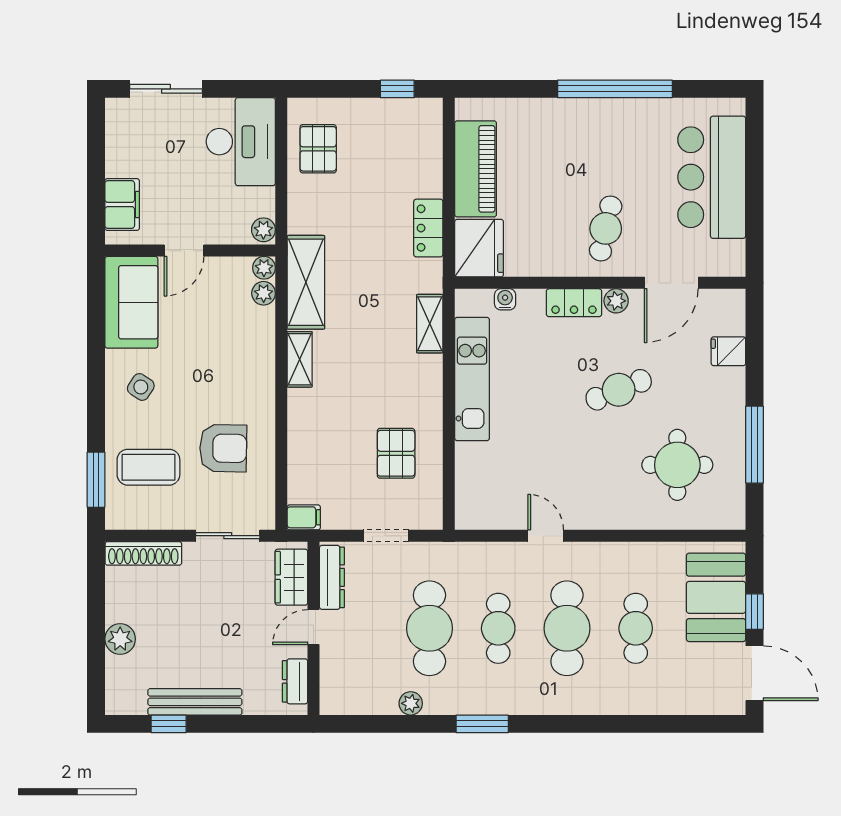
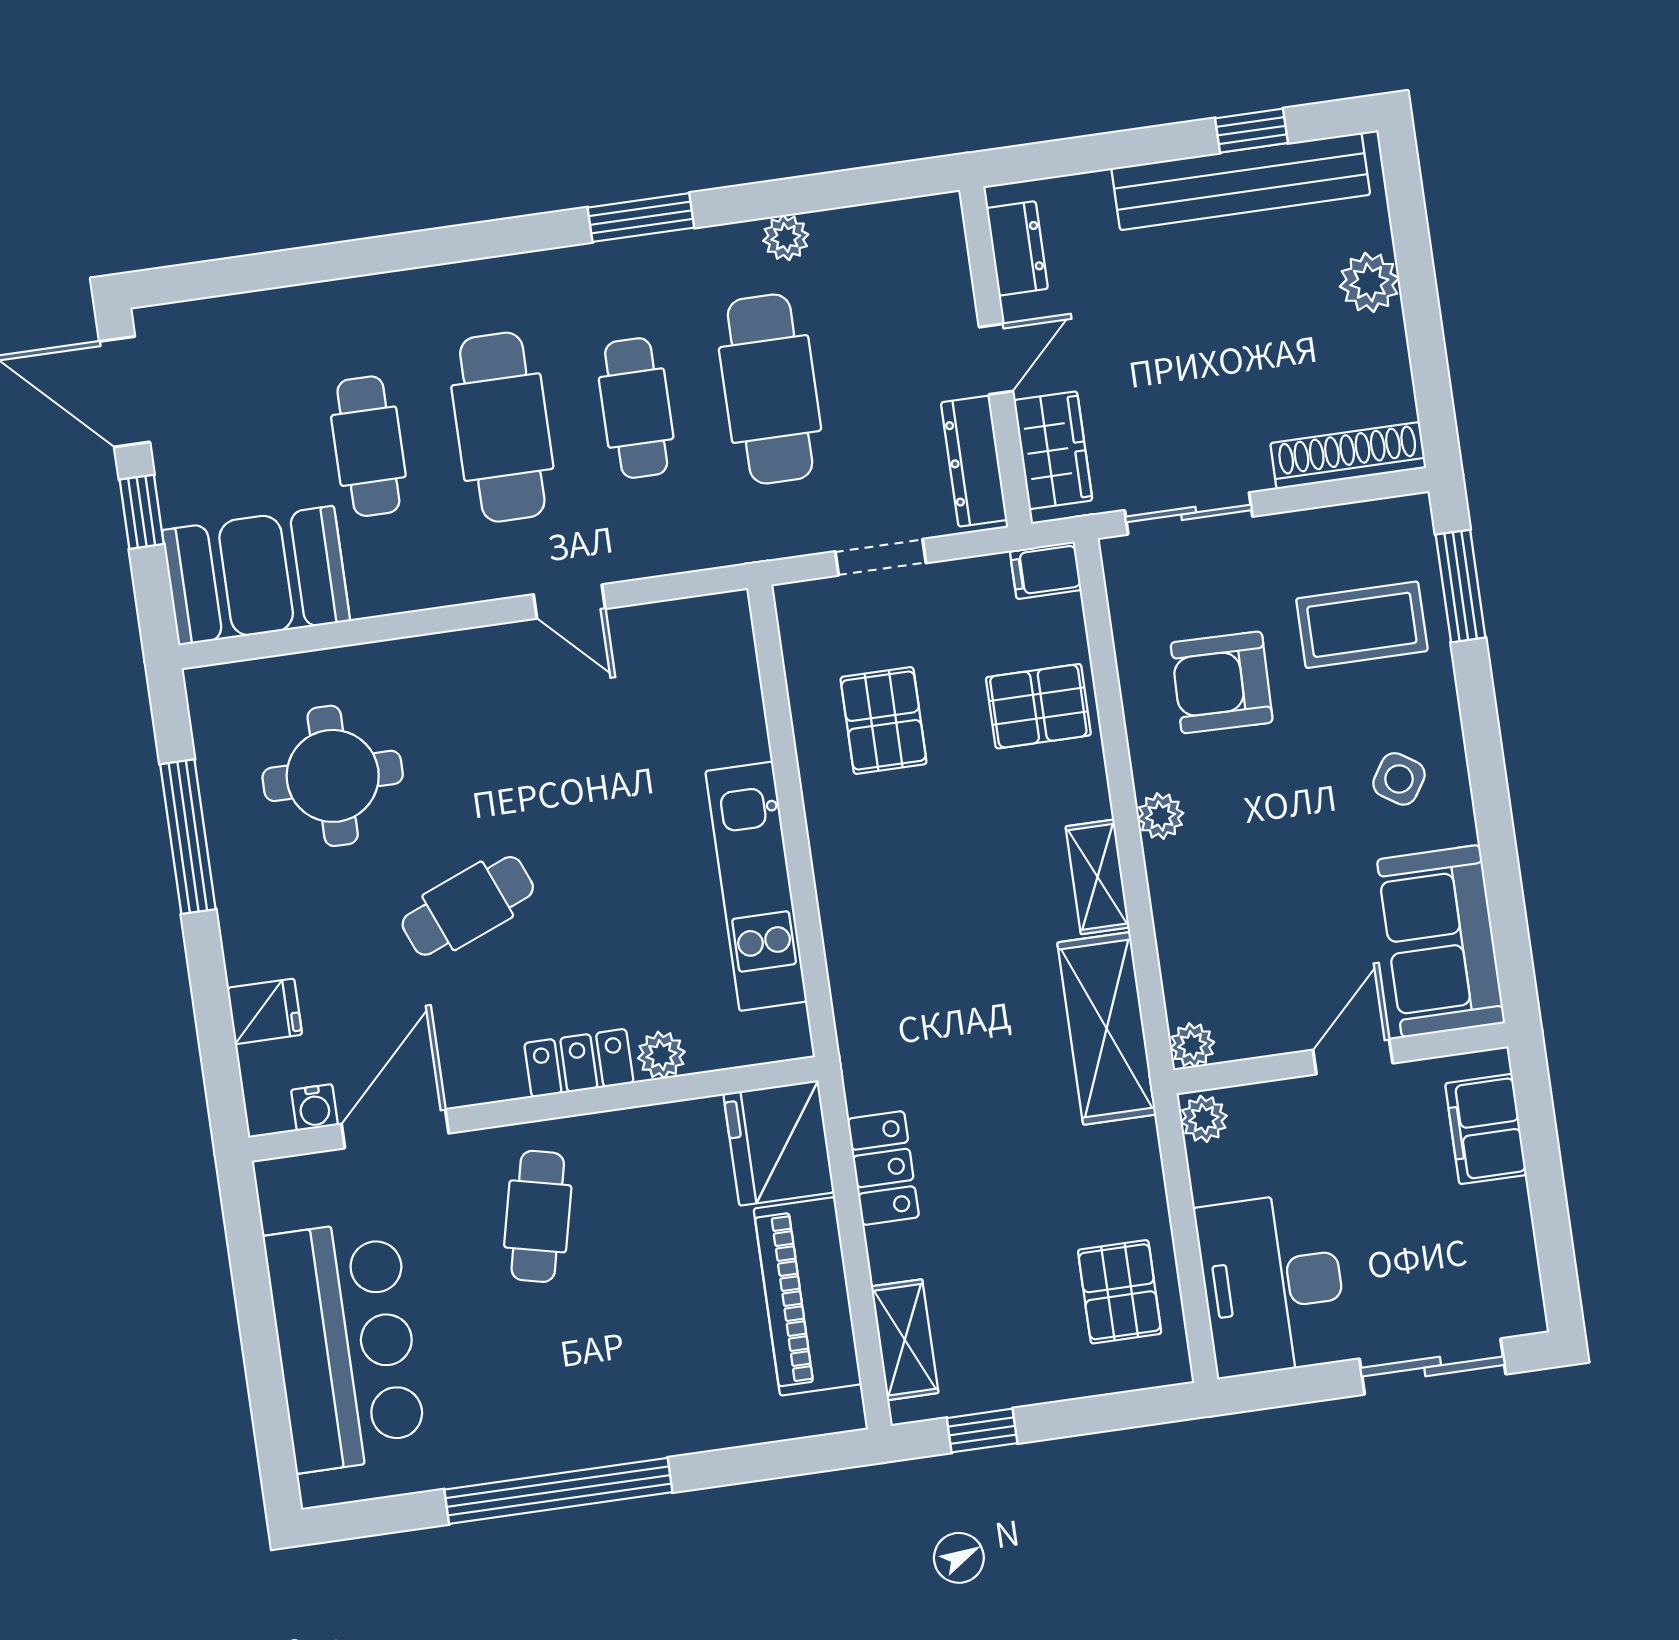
plant: (264, 293) -> (1160, 816), moved
water cooler: (505, 299) -> (314, 1107), moved
plant: (616, 301) -> (661, 1055), moved
shelving: (430, 324) -> (905, 1340), moved
pallet: (317, 449) -> (1038, 706), added
booth: (716, 597) -> (256, 576), moved, turned 90
bench: (195, 702) -> (1241, 181), width x1.37, depth x1.21

